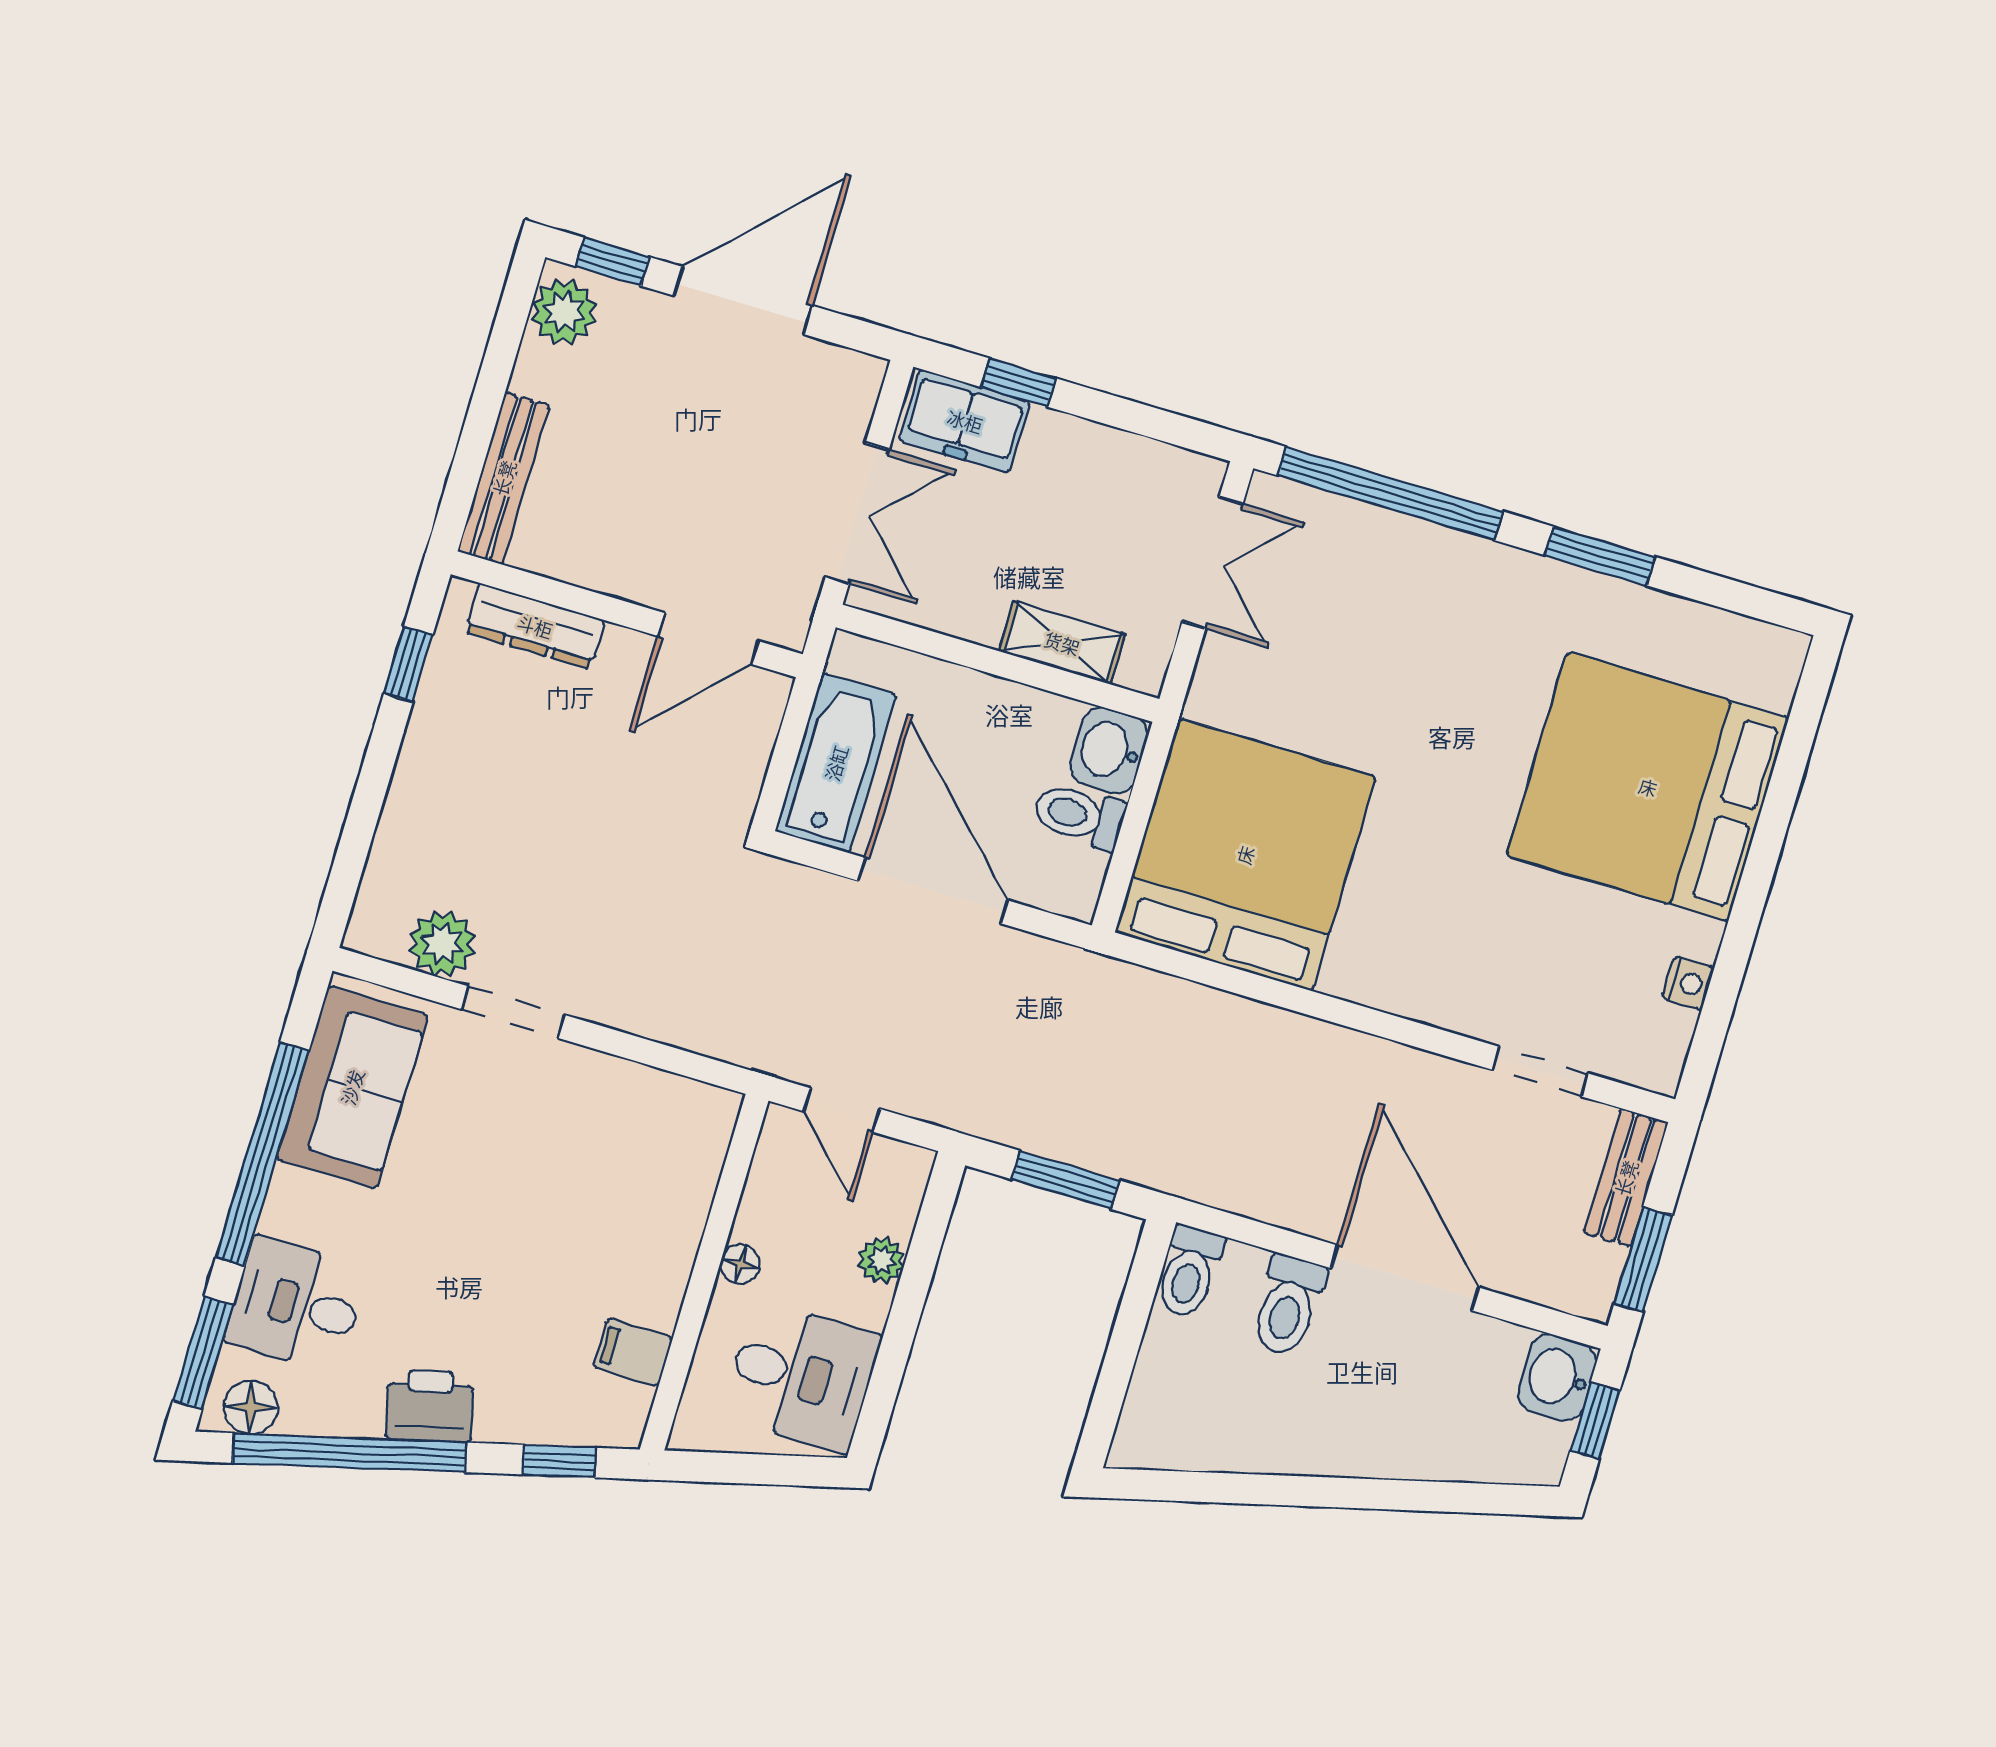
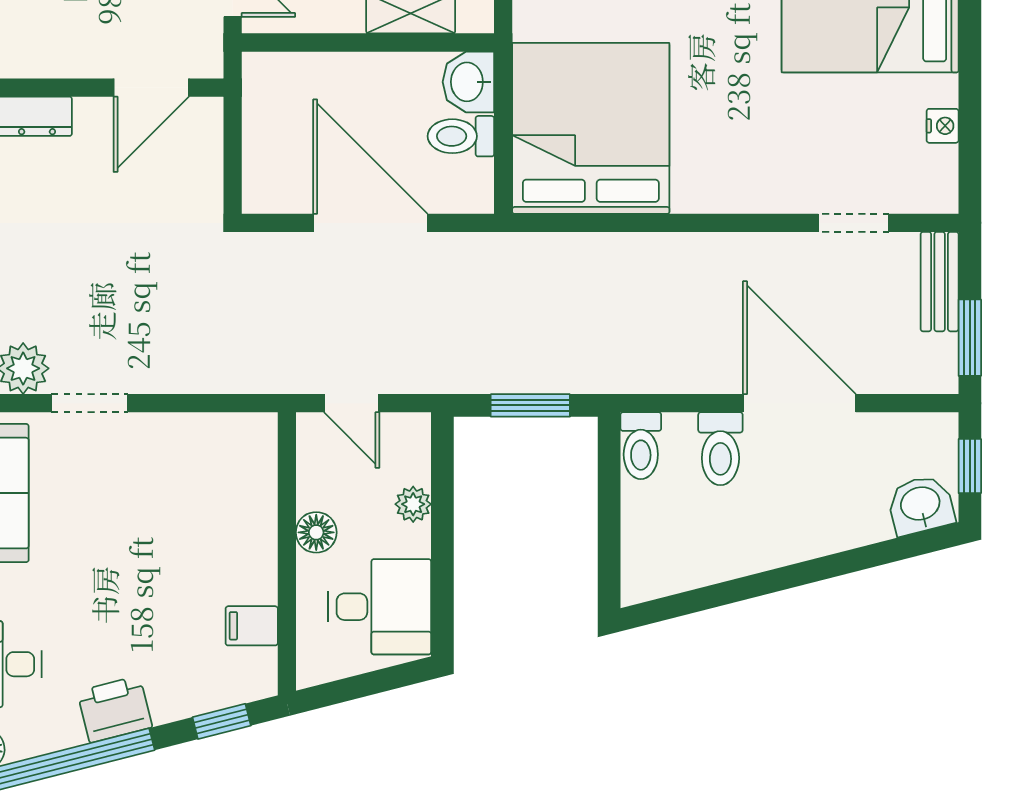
bathtub: (836, 763) -> (272, 151), removed
floor lamp: (740, 1264) -> (316, 532), width x1.37, depth x1.37
washbasin: (1557, 1377) -> (921, 505), moved, turned 76

